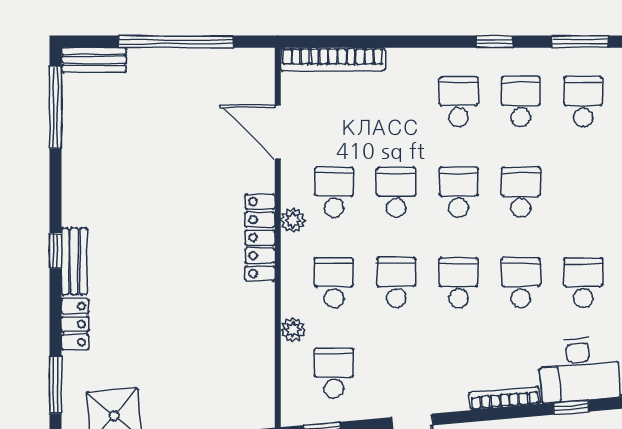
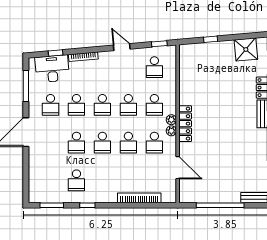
bookcase: (333, 59) -> (139, 198), moved
school desk: (459, 102) -> (102, 180), removed
school desk: (583, 102) -> (51, 180), removed
plant: (293, 330) -> (171, 120), moved

